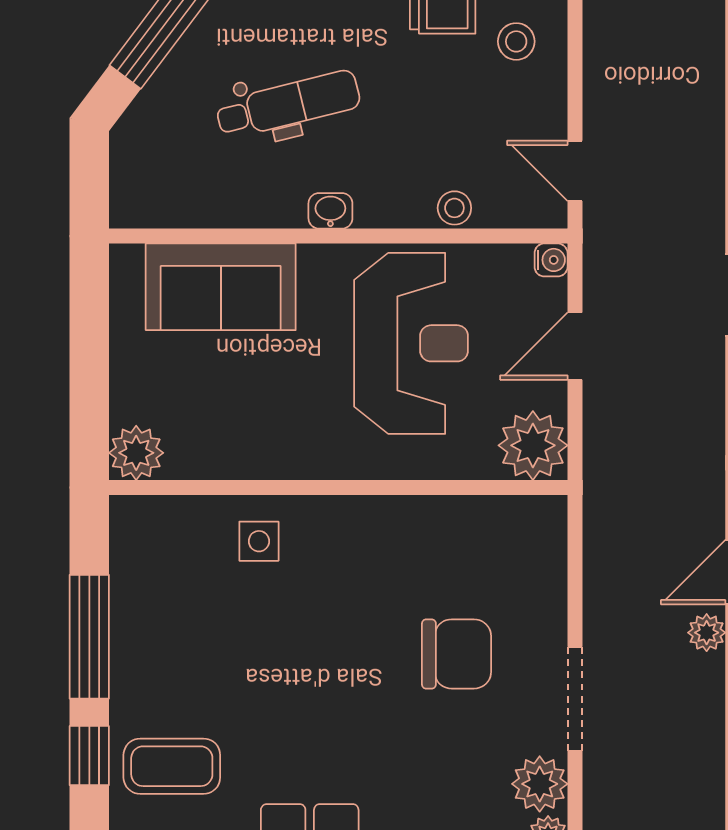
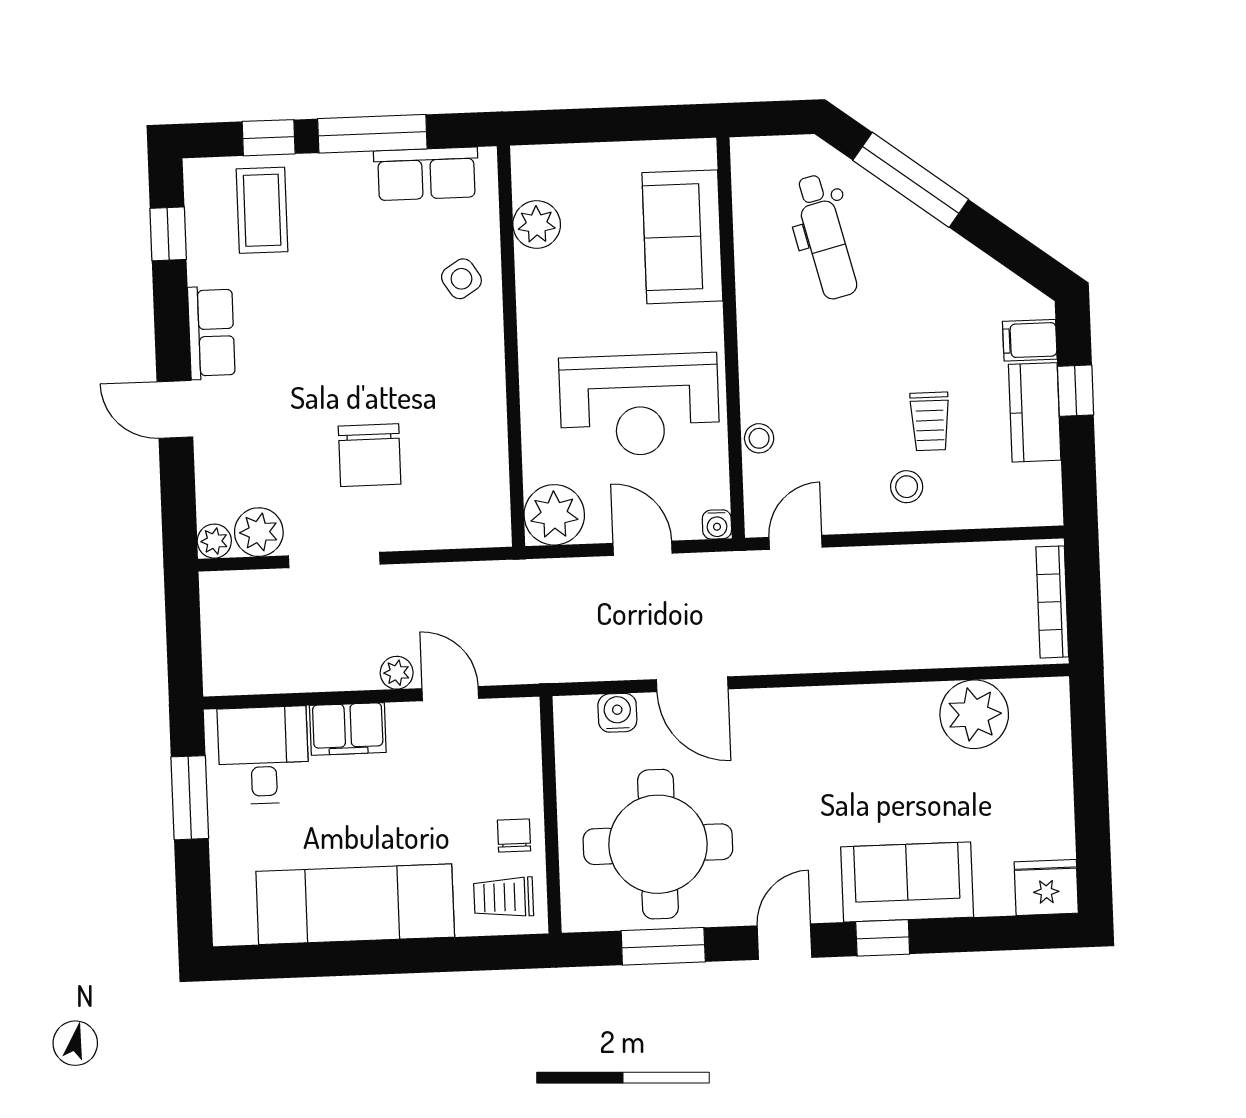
dental chair: (288, 104) -> (825, 237), moved
washbasin: (330, 211) -> (752, 330), removed
plant: (136, 453) -> (537, 224), moved
side table: (259, 541) -> (461, 279), turned -33
row of seats: (137, 577) -> (426, 174), added

